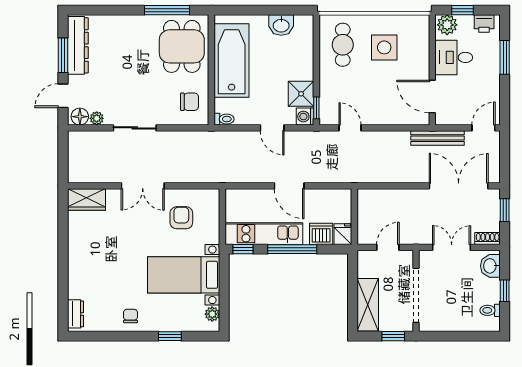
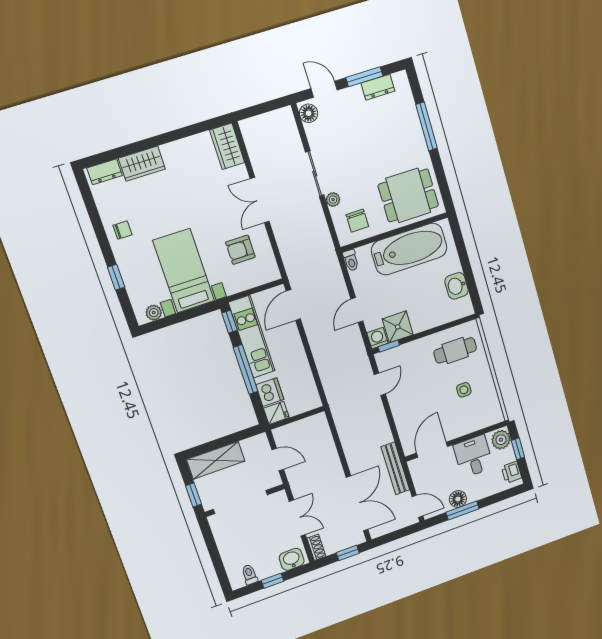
window: (167, 10) -> (426, 126), moved
dresser: (78, 45) -> (378, 87), width x0.51, depth x0.80
side table: (384, 47) -> (464, 390), width x0.54, depth x0.54
window: (505, 57) -> (463, 511), moved
floor lamp: (491, 86) -> (458, 499), added
plant: (97, 118) -> (333, 200), moved
door: (289, 186) -> (293, 305), moved
armchair: (181, 218) -> (240, 250), turned 180
wardrobe: (78, 279) -> (142, 164), added

